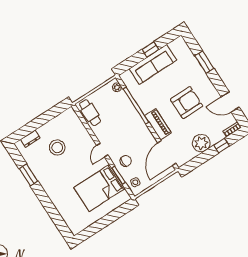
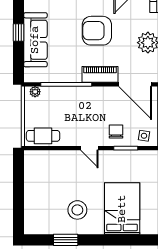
armchair: (187, 103) -> (97, 31), turned -90
dresser: (30, 139) -> (30, 214), removed
stool: (57, 148) -> (77, 210), moved
bed: (99, 188) -> (122, 209), moved, turned 180

